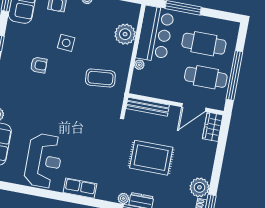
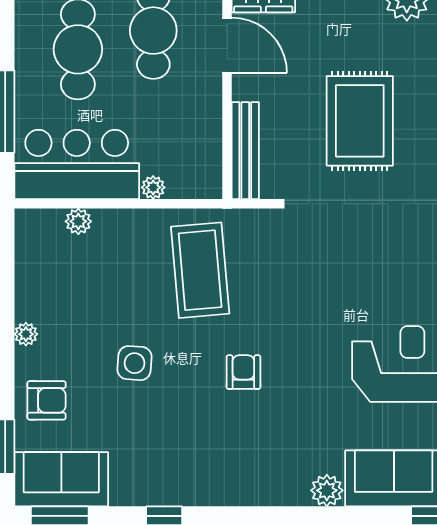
plant: (125, 34) -> (78, 221), width x0.53, depth x0.53
armchair: (39, 65) -> (243, 372), moved
coffee table: (100, 78) -> (200, 270), width x1.36, depth x1.32

